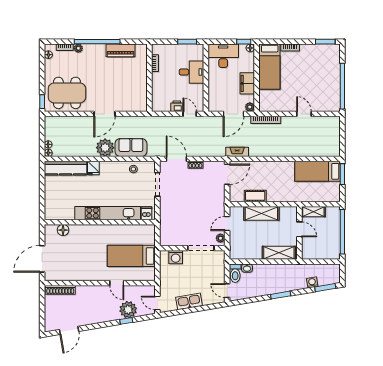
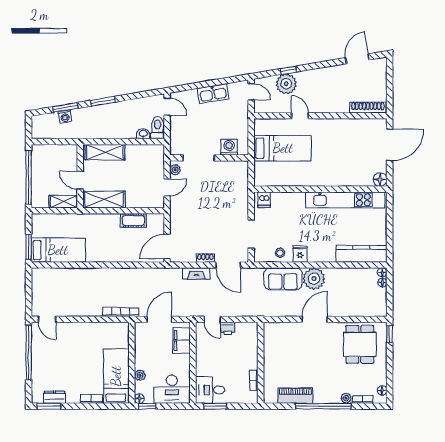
dresser: (321, 49) -> (55, 397), added
desk: (191, 72) -> (210, 390), moved
filing cabinet: (247, 83) -> (181, 341), moved, turned 180
dining table: (67, 93) -> (360, 344), width x0.73
plant: (250, 107) -> (140, 375), moved
door: (304, 114) -> (47, 319), moved
fireplace: (237, 152) -> (196, 273), moved
fridge: (93, 168) -> (300, 254), moved
kitchen unit: (108, 213) -> (345, 200), moved
shelving: (261, 213) -> (104, 200), moved
floor lamp: (63, 230) -> (380, 180), moved
window: (325, 288) -> (65, 107), moved

